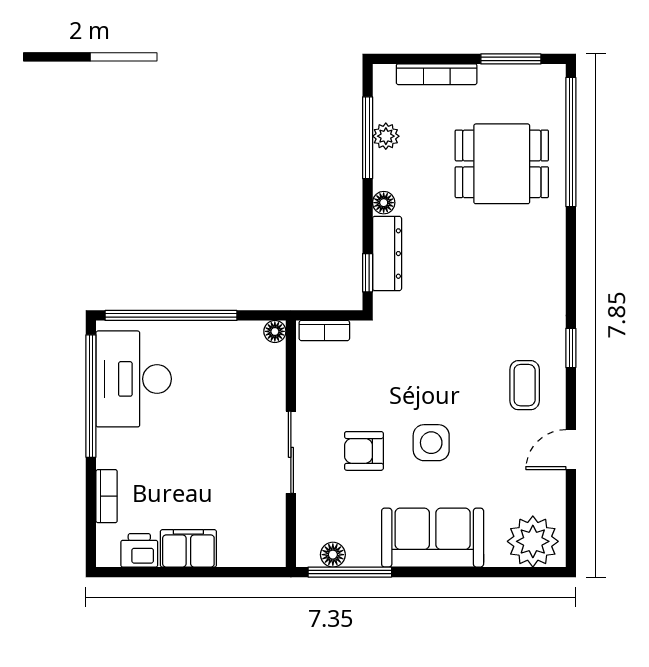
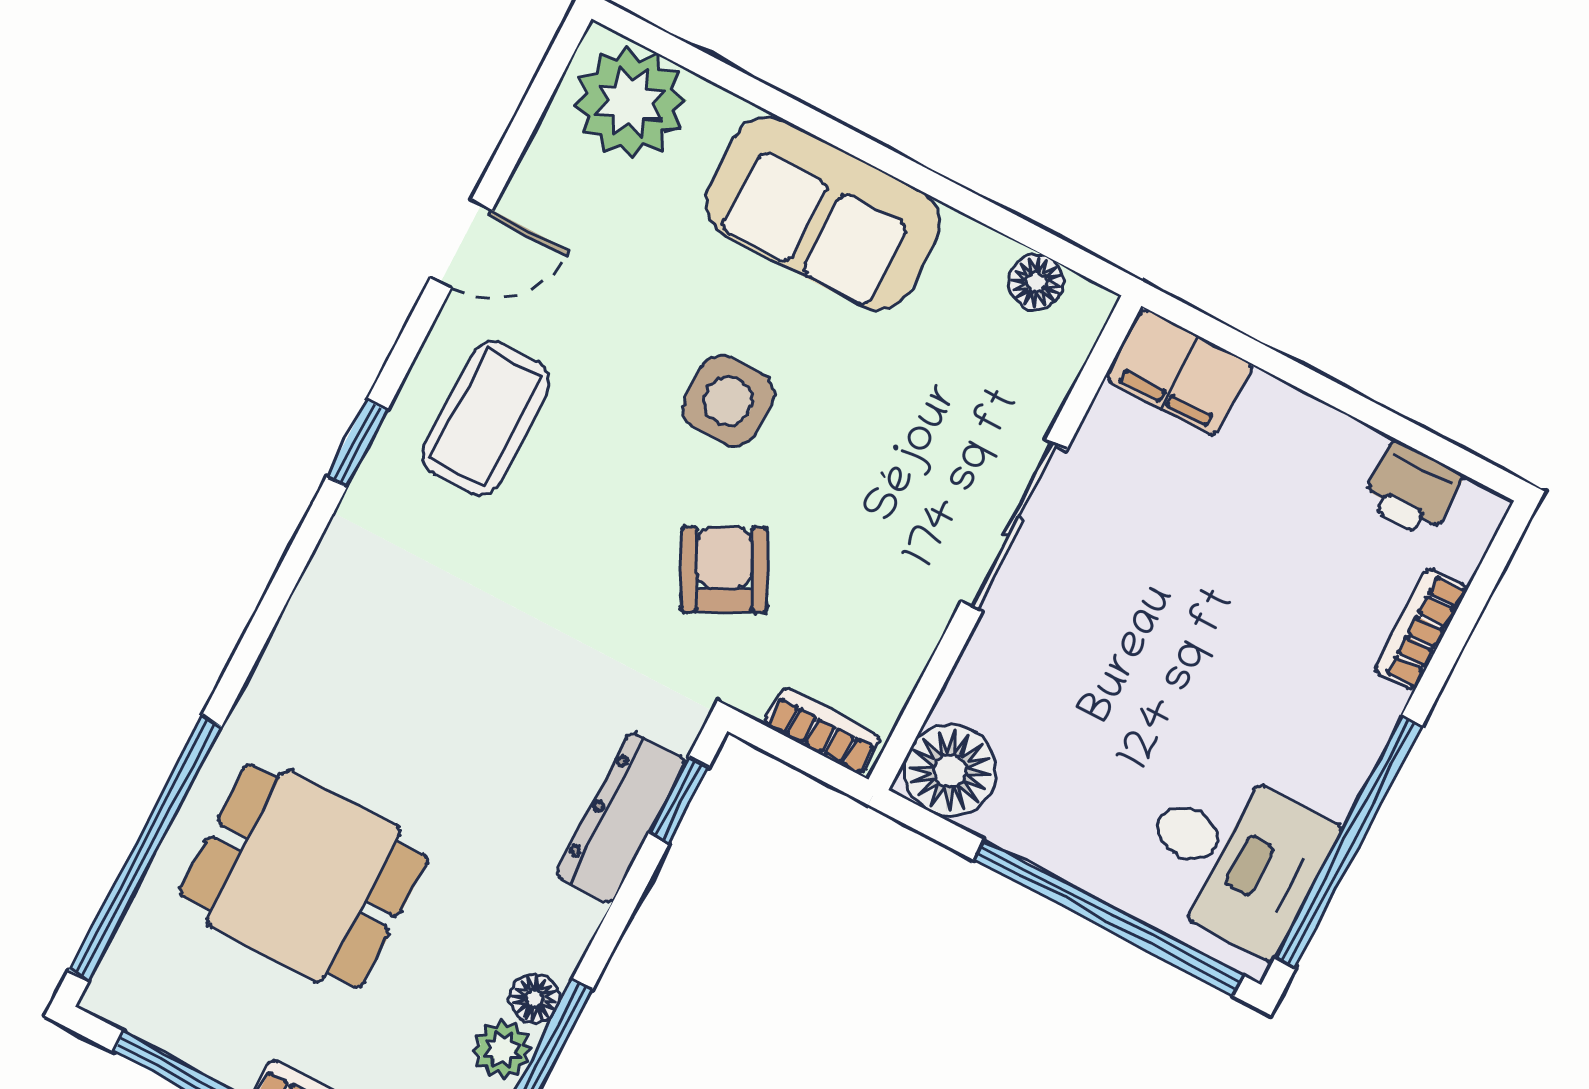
floor lamp: (384, 203) -> (535, 998), moved
floor lamp: (275, 331) -> (950, 771), width x1.89, depth x1.89
desk: (134, 379) -> (1234, 857), width x0.73
coffee table: (525, 385) -> (486, 418), width x1.36, depth x1.30
armchair: (364, 451) -> (724, 569), moved, turned -117
filing cabinet: (188, 548) -> (1179, 372), moved
window: (350, 572) -> (1021, 230), removed

